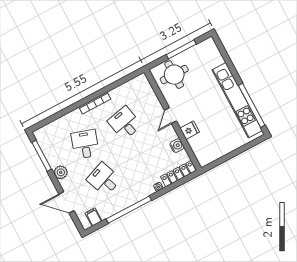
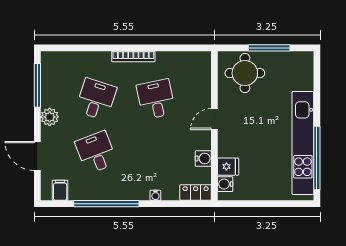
fridge: (190, 130) -> (228, 167), moved
water cooler: (200, 155) -> (225, 184), added
locker: (178, 174) -> (196, 193), width x0.66

